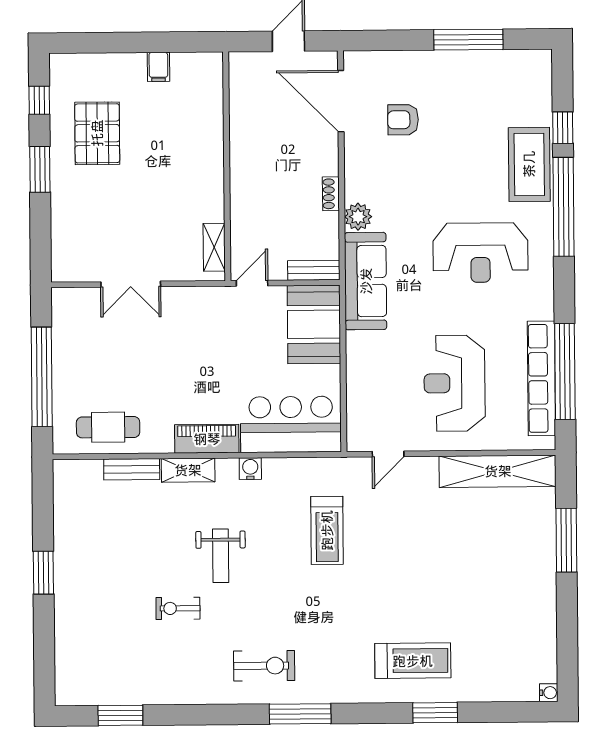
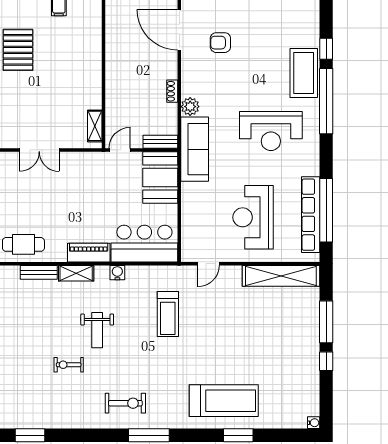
window: (567, 600) -> (326, 361), added
treadmill: (413, 661) -> (224, 401), width x1.37, depth x1.38

